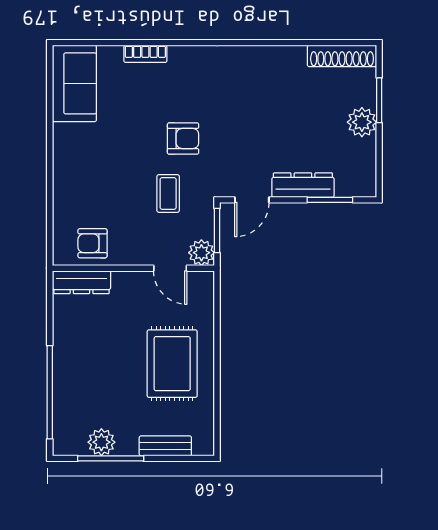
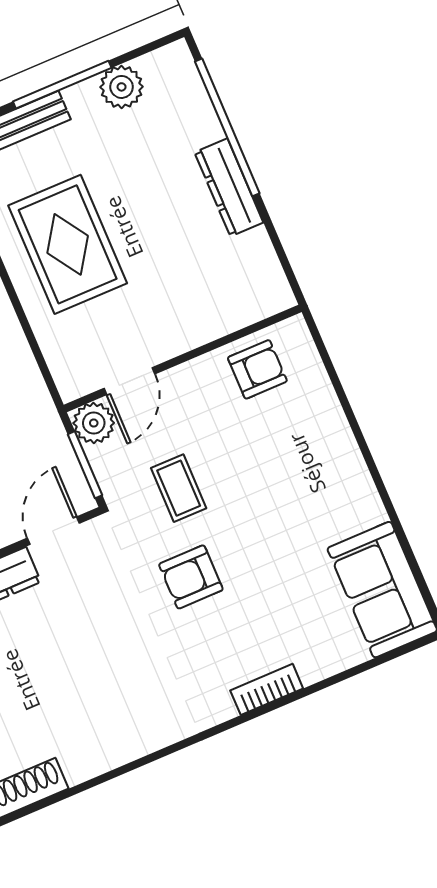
bookcase: (145, 54) -> (267, 689), moved
door: (170, 268) -> (129, 381), swing flipped
dresser: (81, 282) -> (229, 187), moved, turned -90
window: (111, 458) -> (62, 85), moved

